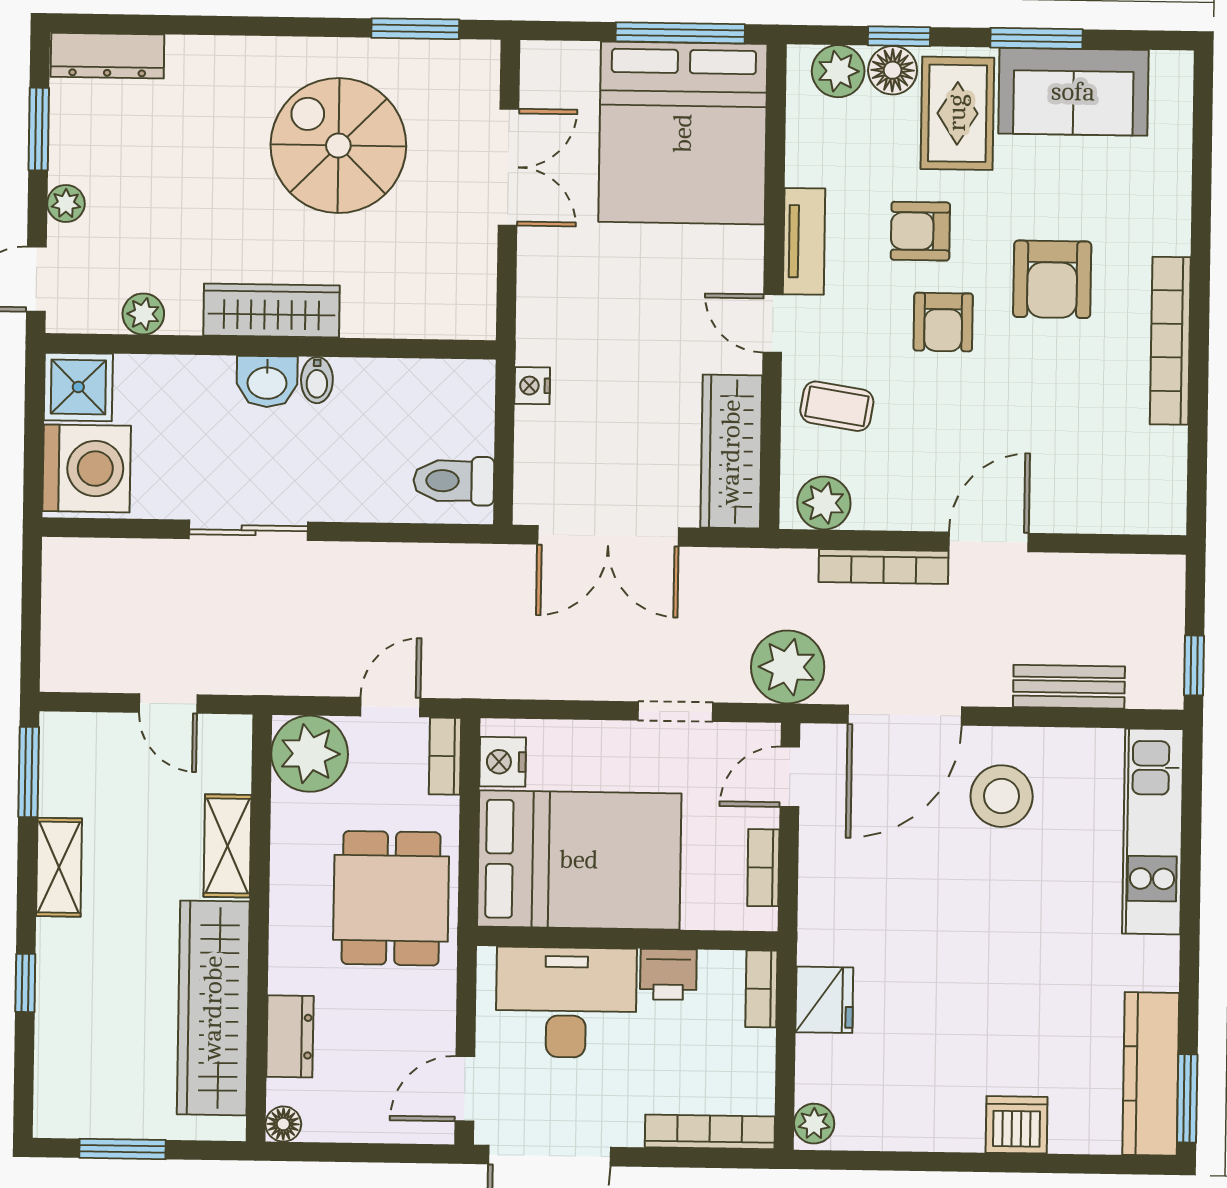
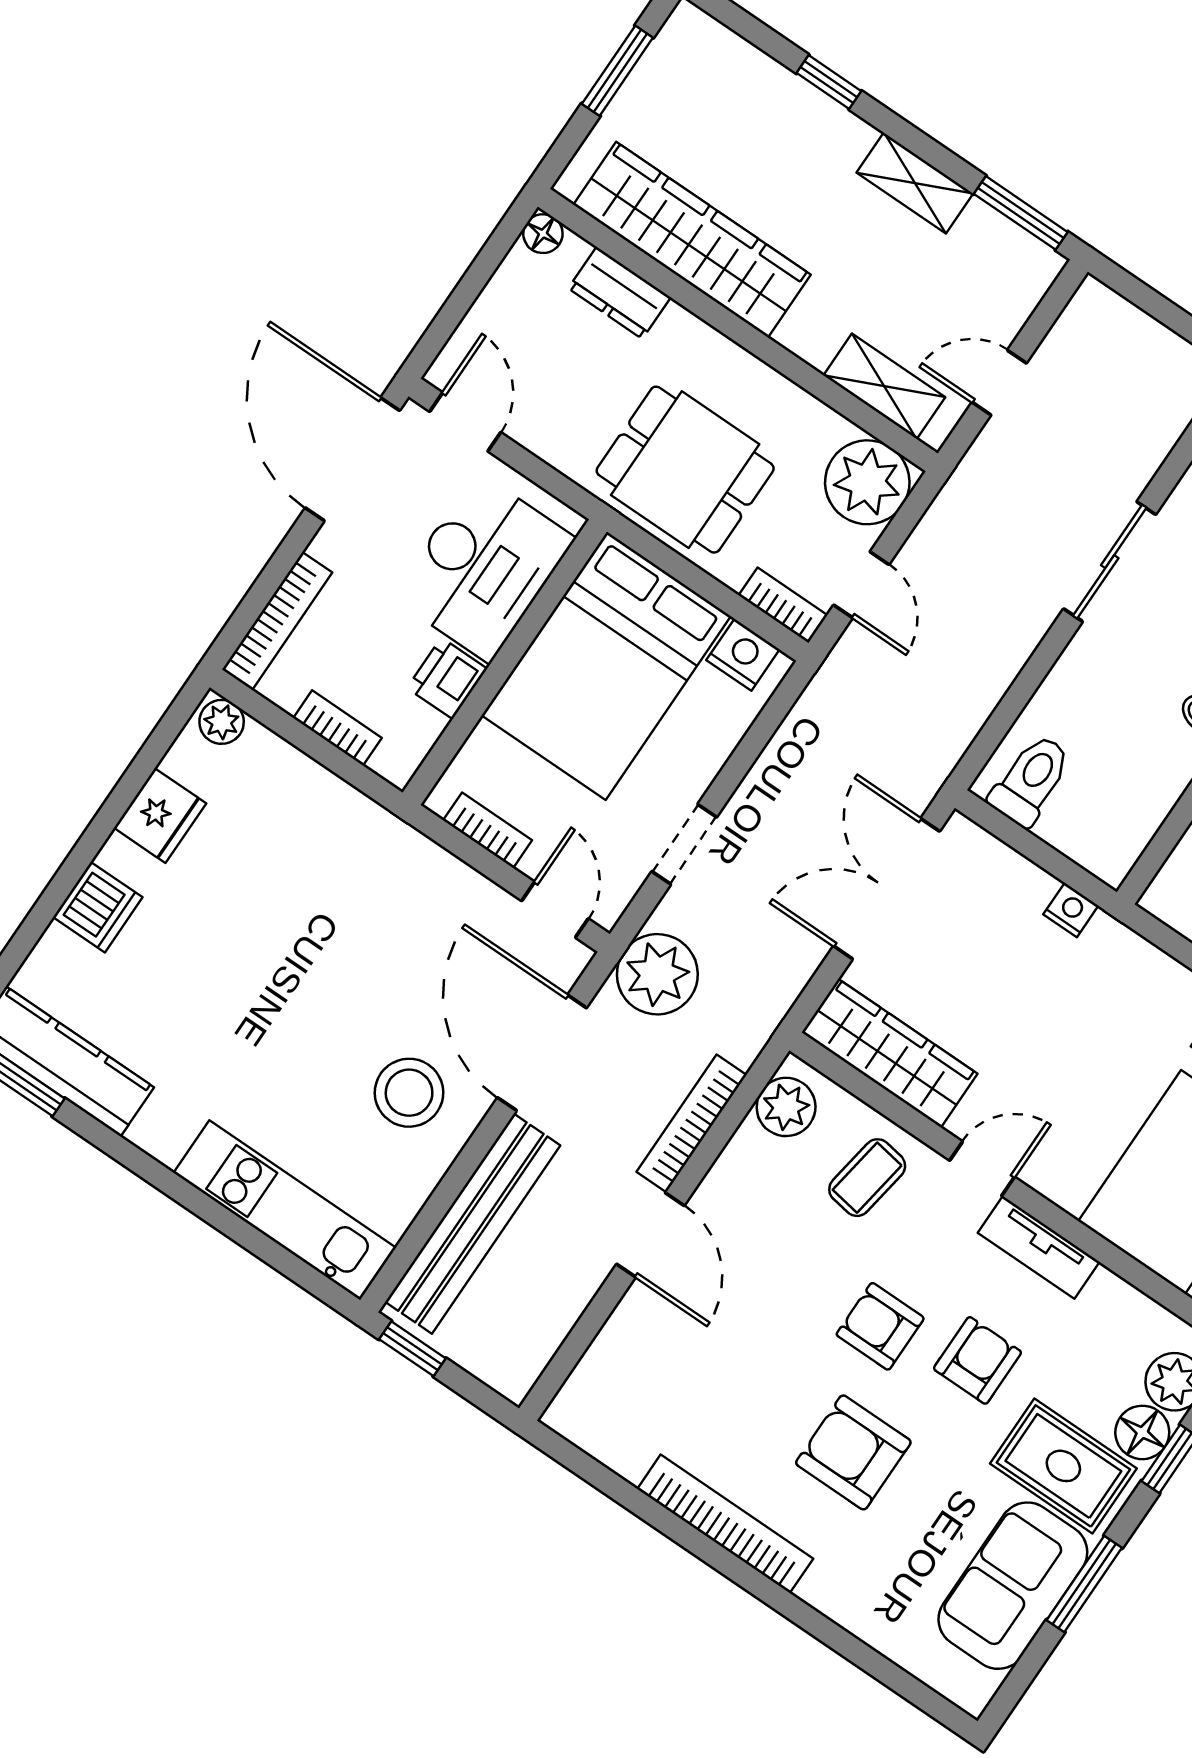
bench: (1069, 687) -> (473, 1224), width x1.86, depth x1.21
shelving: (227, 846) -> (884, 386), moved
bookcase: (761, 989) -> (338, 728), moved
fridge: (824, 1000) -> (160, 816), moved, turned -90

